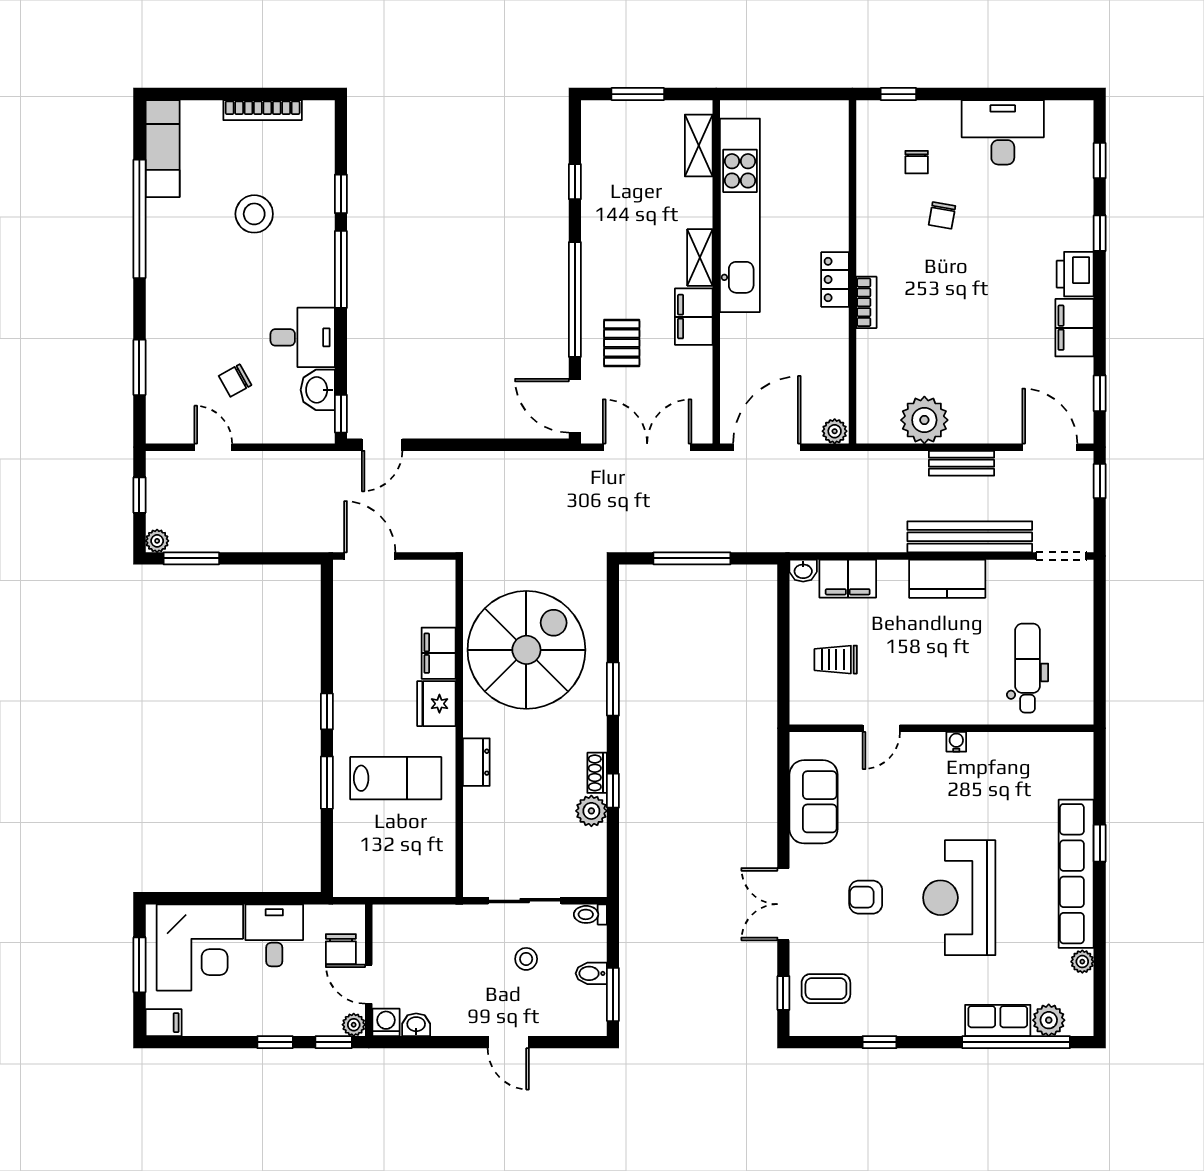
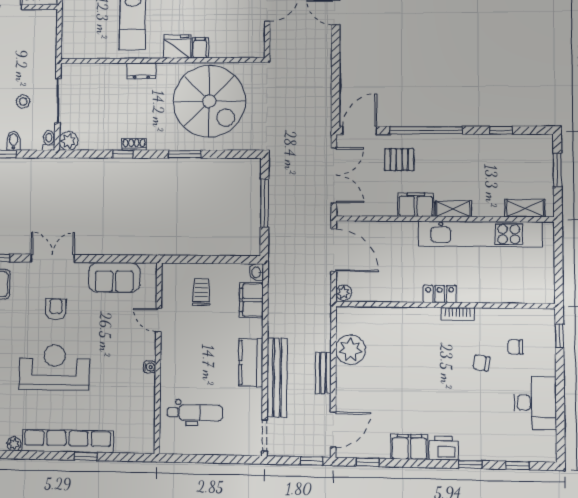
bookcase: (866, 302) -> (458, 314), moved
filing cabinet: (439, 653) -> (200, 48), width x0.50
plant: (591, 811) -> (69, 141), moved

